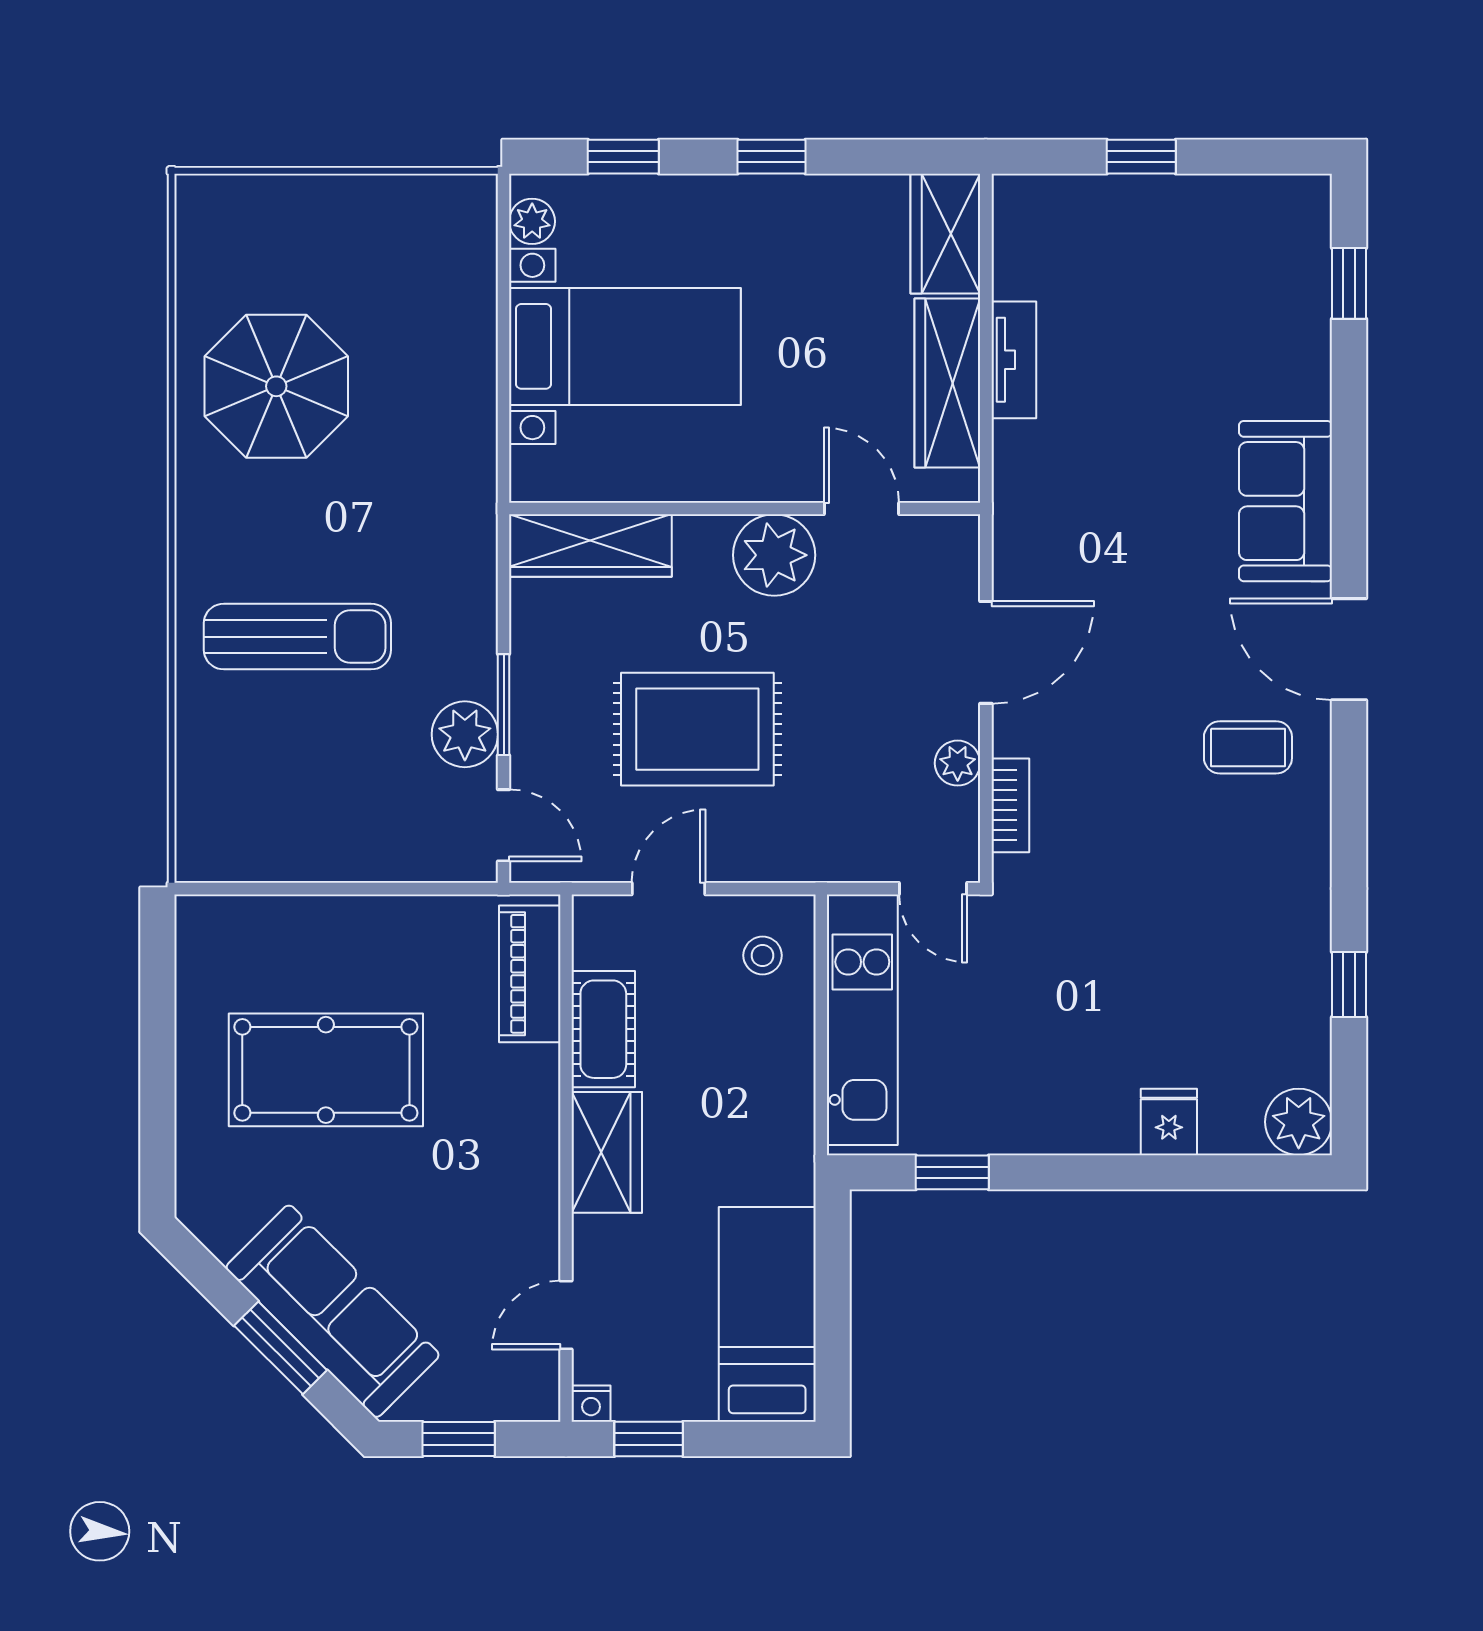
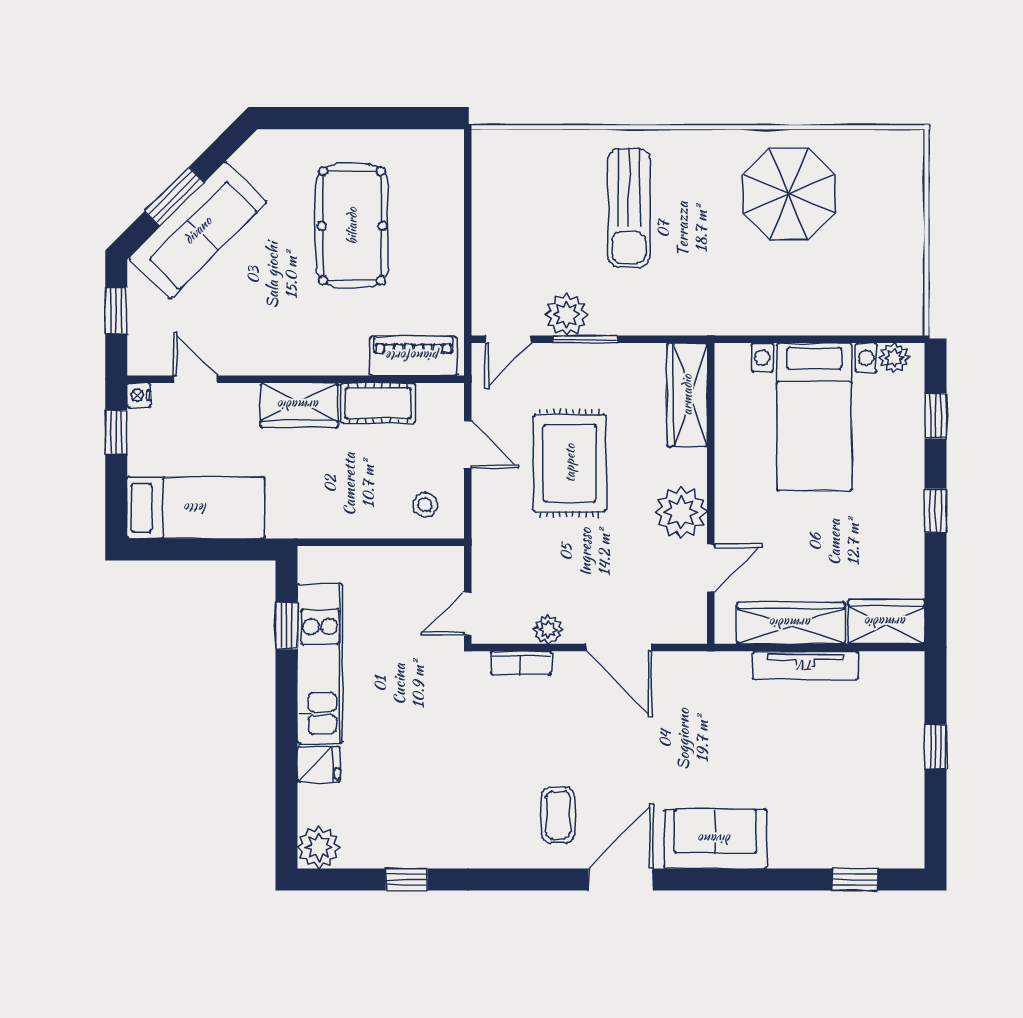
tv unit: (1014, 360) -> (806, 665), width x1.41
kitchen unit: (862, 1020) -> (320, 664), moved, turned -90

